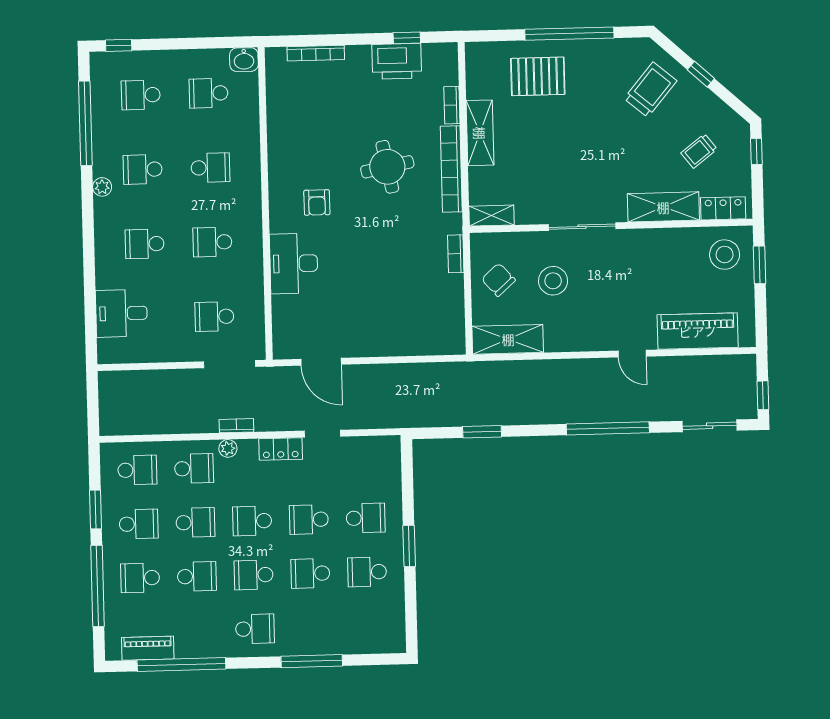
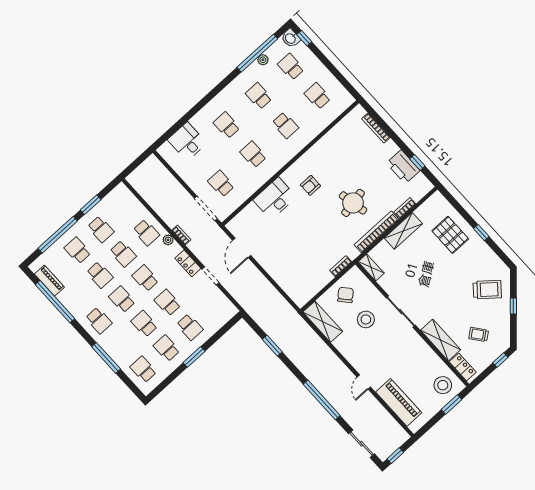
window: (569, 34) -> (481, 233), width x0.32
washbasin: (244, 60) -> (291, 38), moved
plant: (102, 187) -> (263, 60), moved
school desk: (137, 470) -> (143, 369), moved, turned 180

